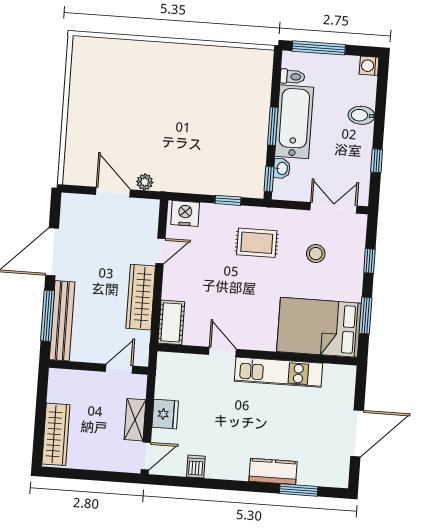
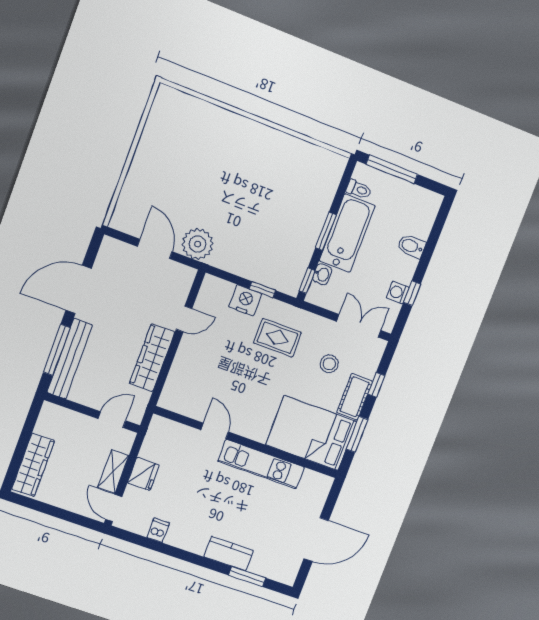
washing machine: (369, 66) -> (398, 292), moved
plant: (145, 182) -> (198, 244), width x1.87, depth x1.87
nightstand: (185, 213) -> (245, 300), moved
cot: (171, 322) -> (355, 397), moved
door: (146, 456) -> (114, 508), swing flipped

